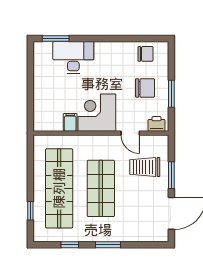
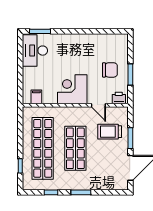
chair: (146, 54) -> (110, 43), removed
desk: (73, 57) -> (35, 51), moved, turned -90
filing cabinet: (70, 122) -> (36, 97), moved

